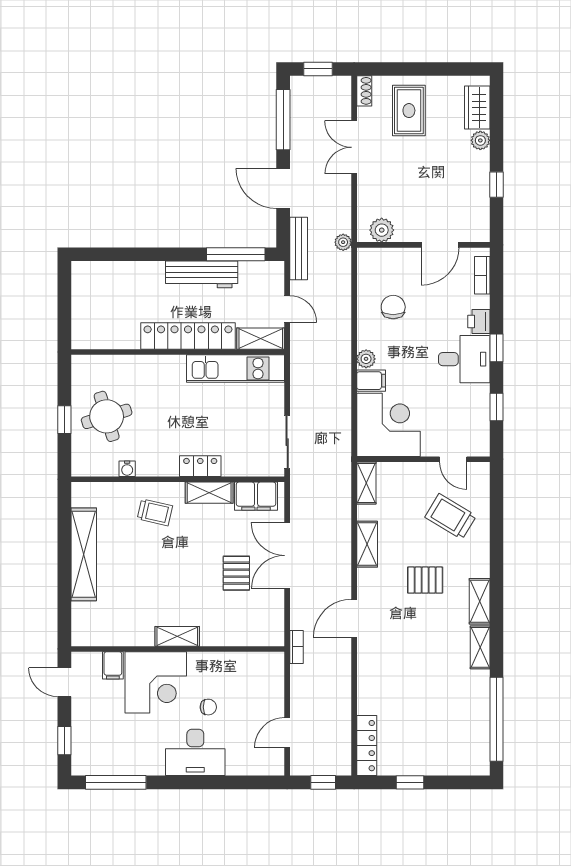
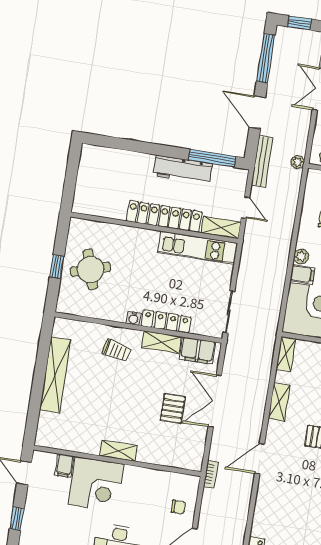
locker: (200, 466) -> (166, 321), width x1.53
water cooler: (127, 469) -> (134, 318), moved
chair: (208, 707) -> (178, 507), moved

